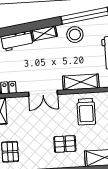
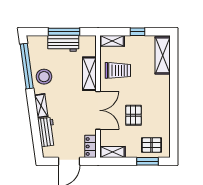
double door: (43, 93) -> (98, 110), width x1.37
pallet: (65, 144) -> (133, 115), moved

